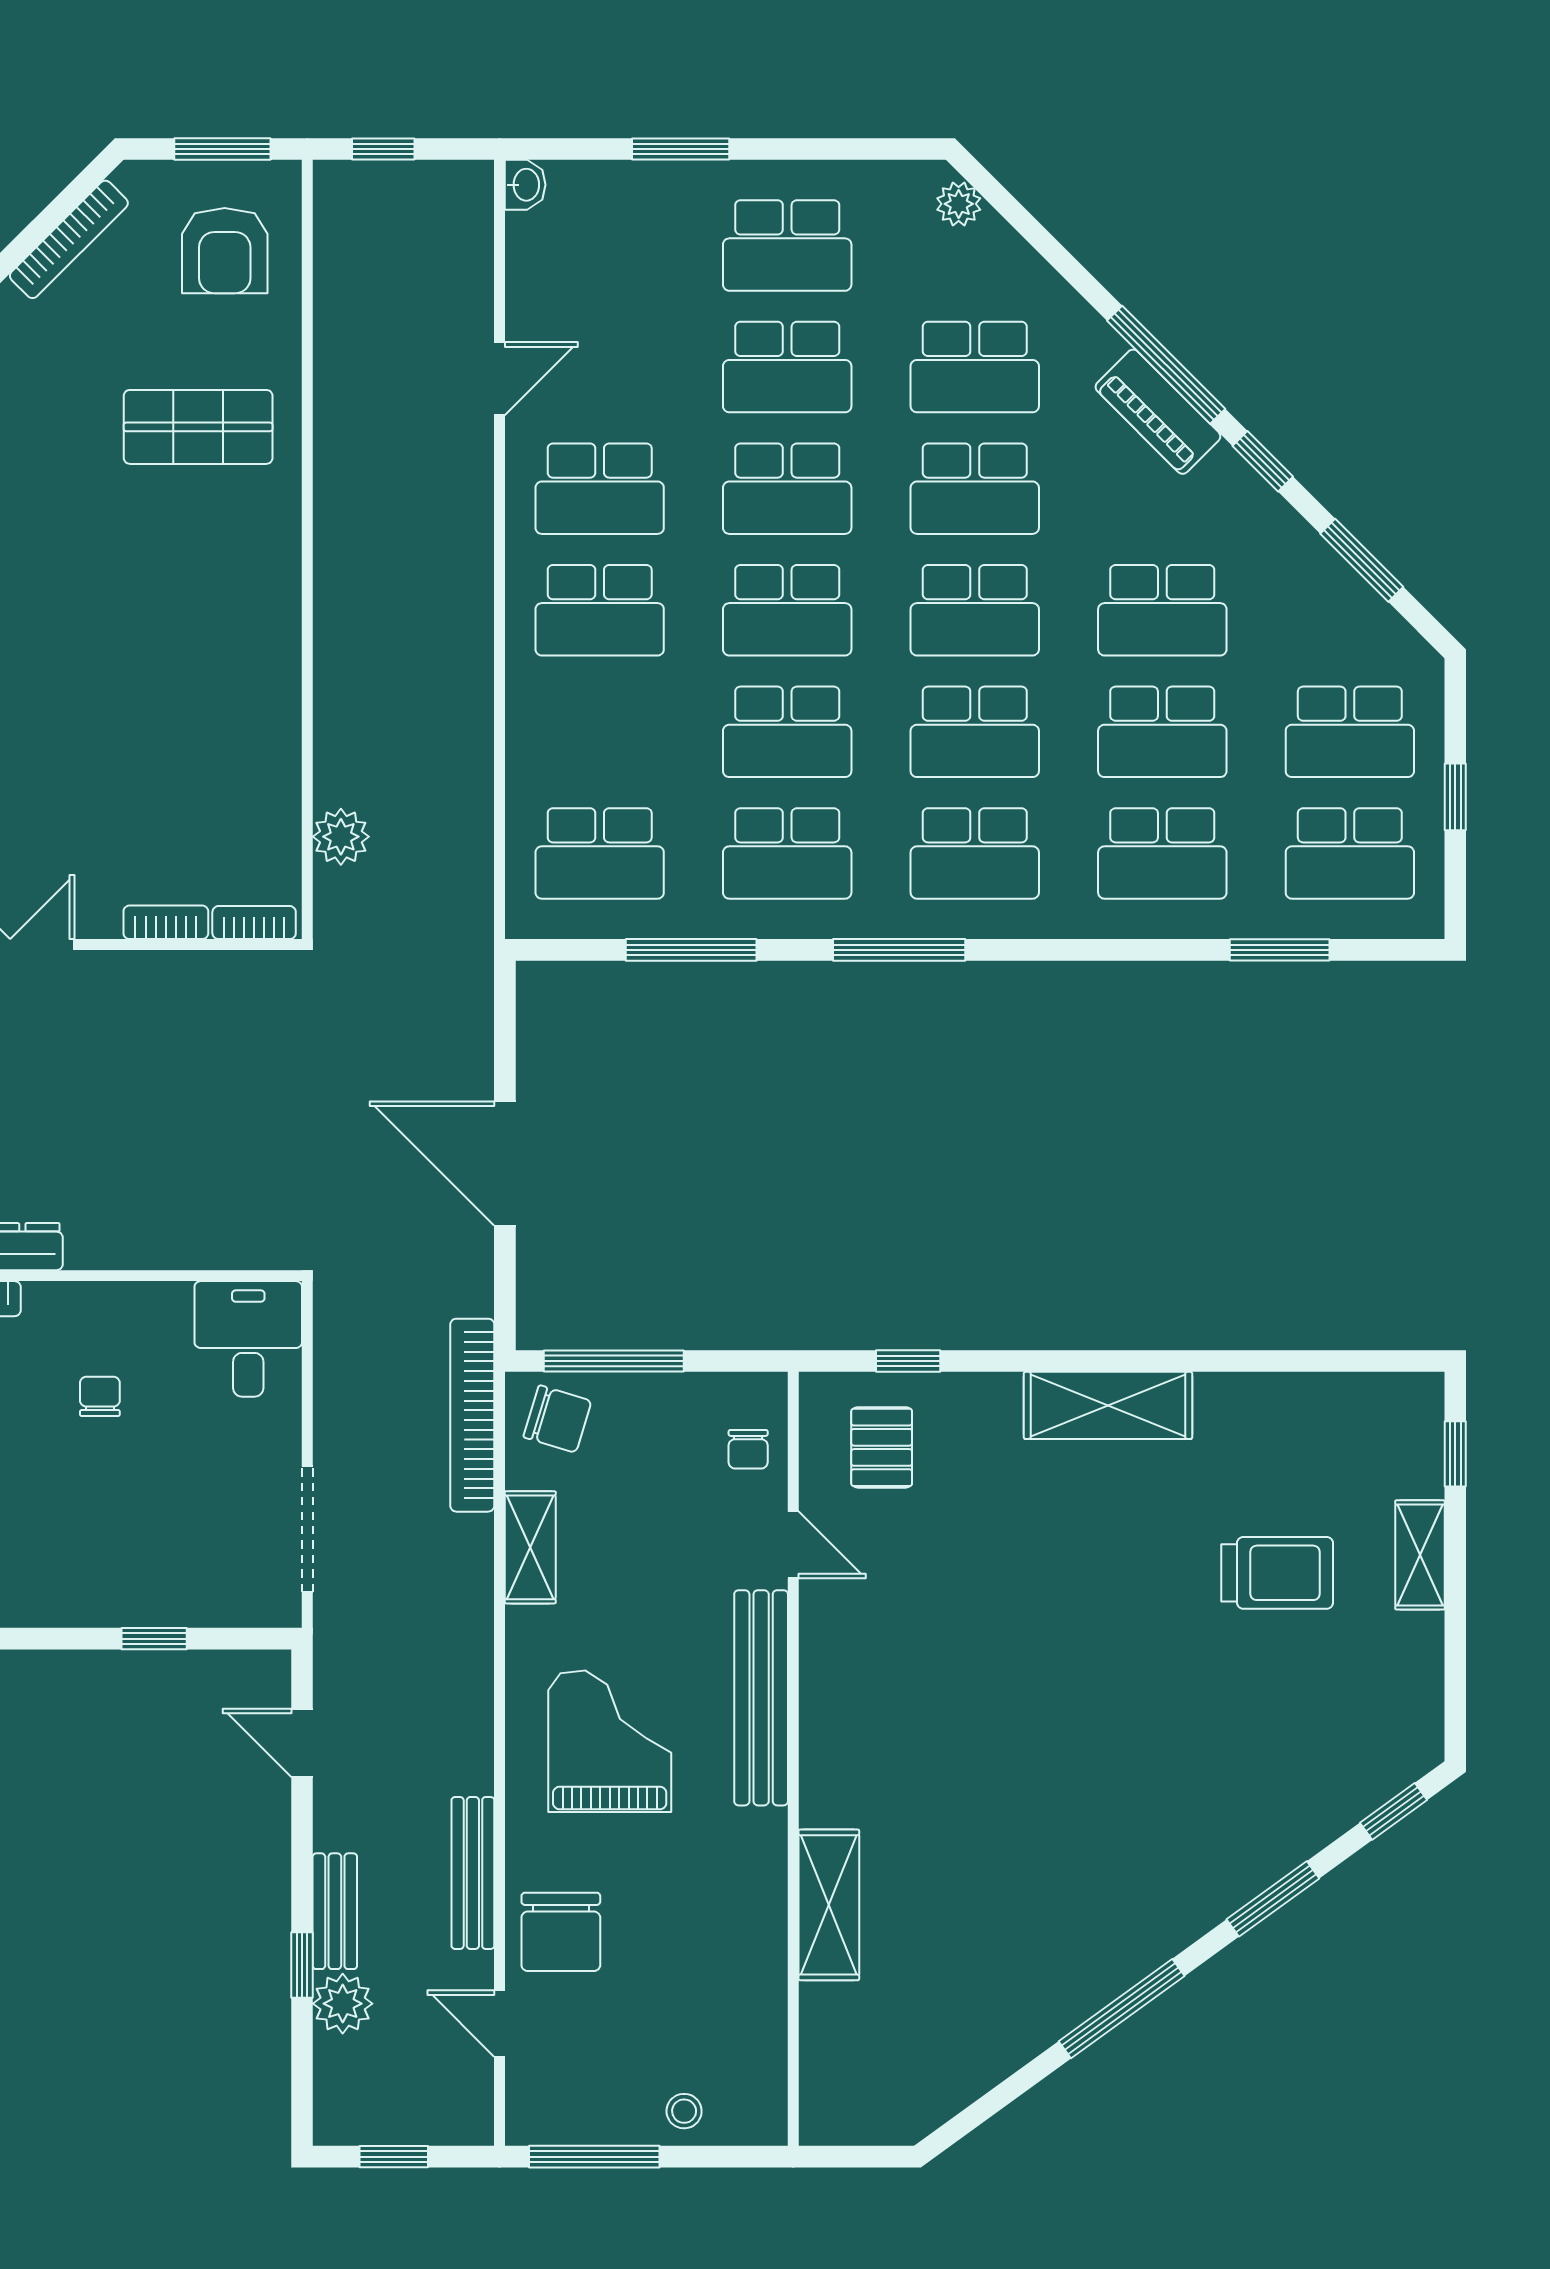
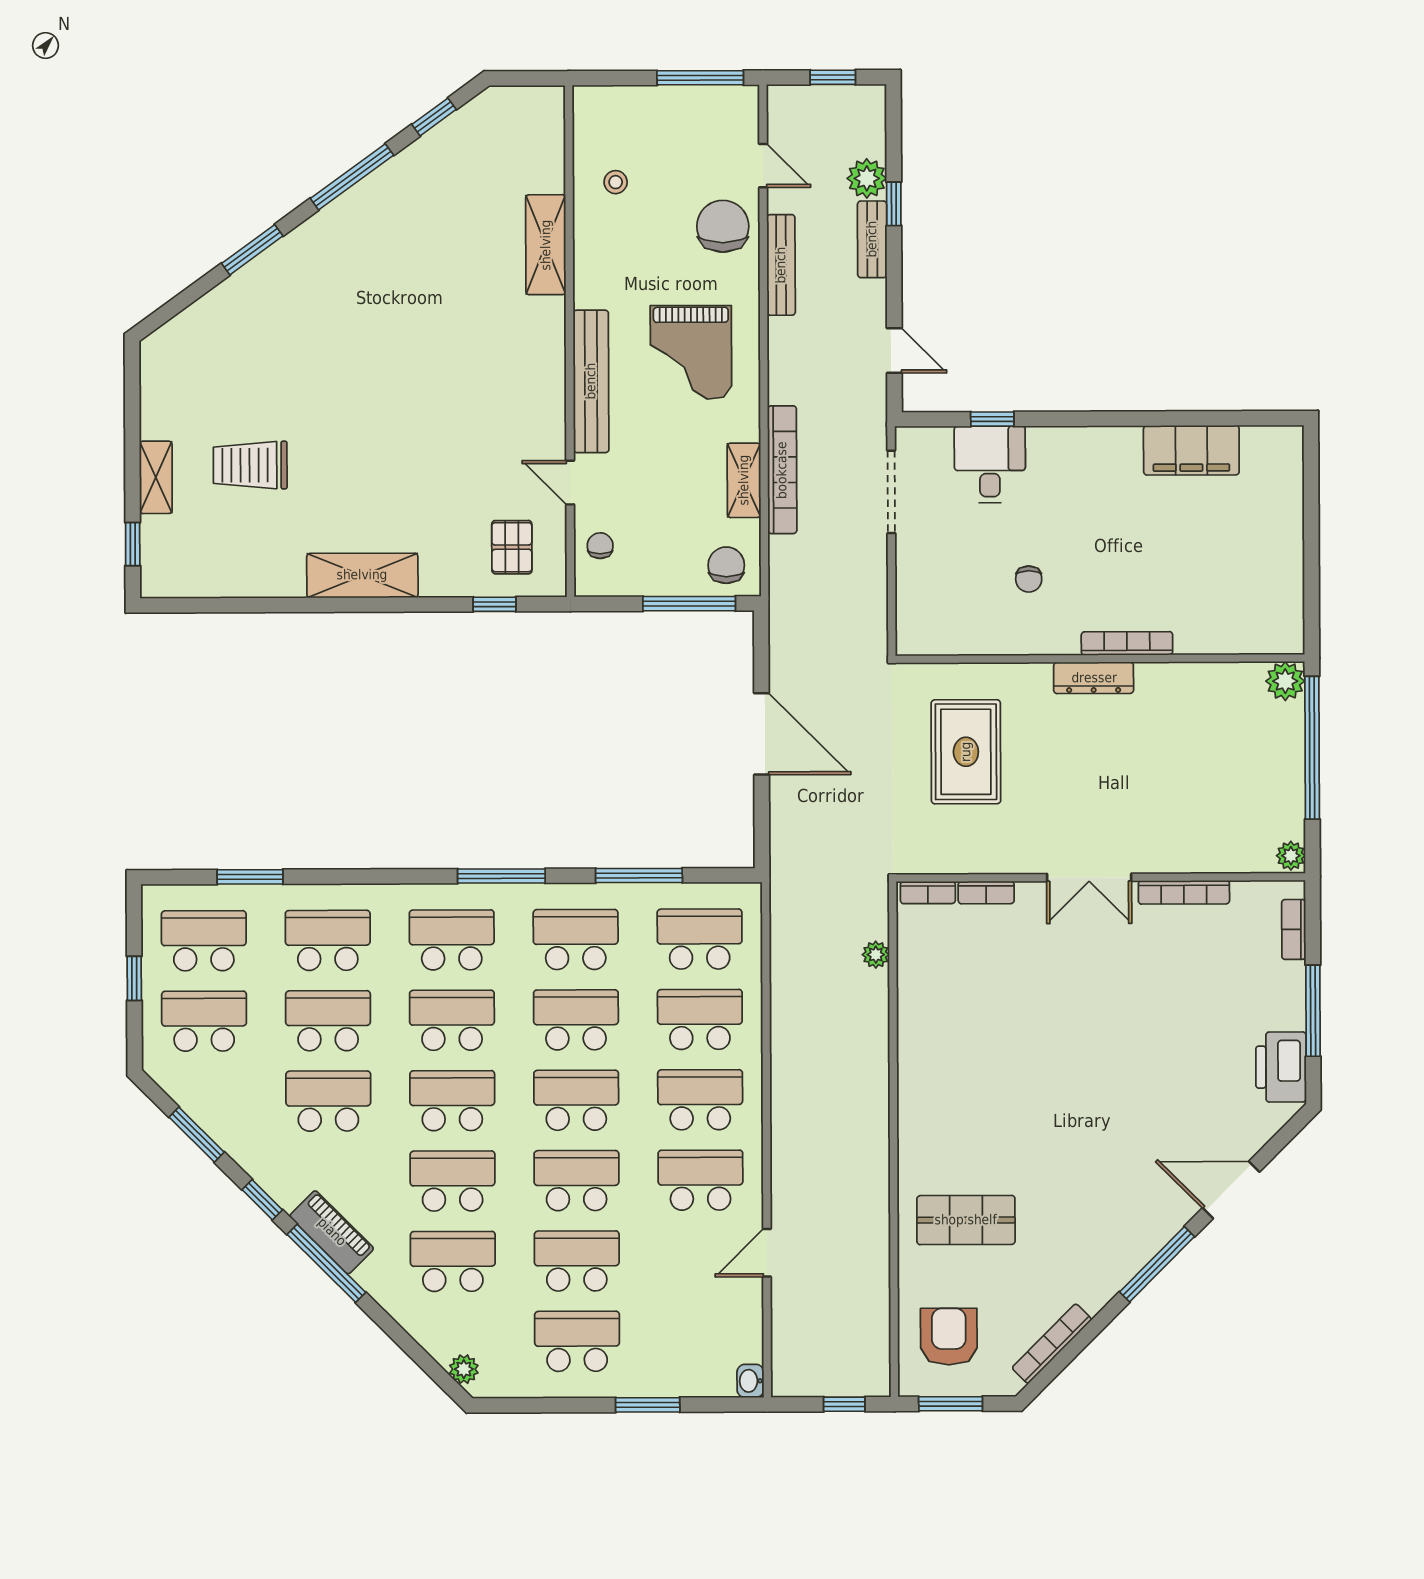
school desk: (600, 732) -> (700, 1019), added
plant: (341, 837) -> (876, 955), width x0.73, depth x0.73
rug: (196, 1135) -> (966, 752), added
desk: (248, 1339) -> (990, 464), moved, turned 180
bookcase: (472, 1415) -> (782, 470), moved
chair: (557, 1419) -> (726, 565), turned 73
window: (1393, 1811) -> (434, 117), moved
stool: (684, 2111) -> (616, 182), moved

